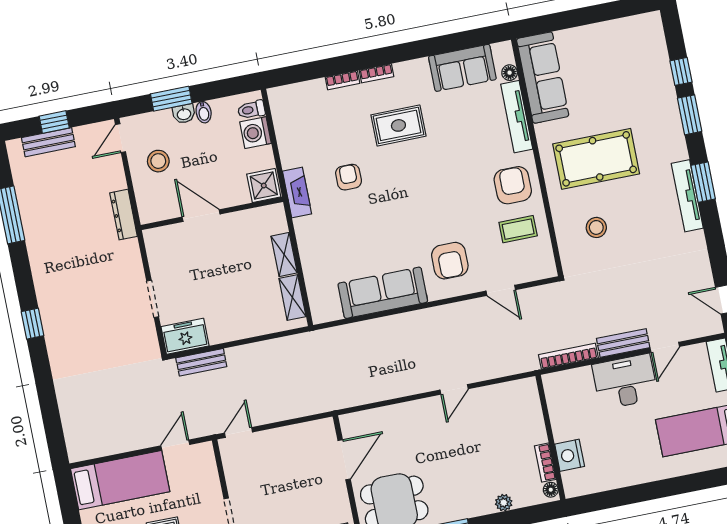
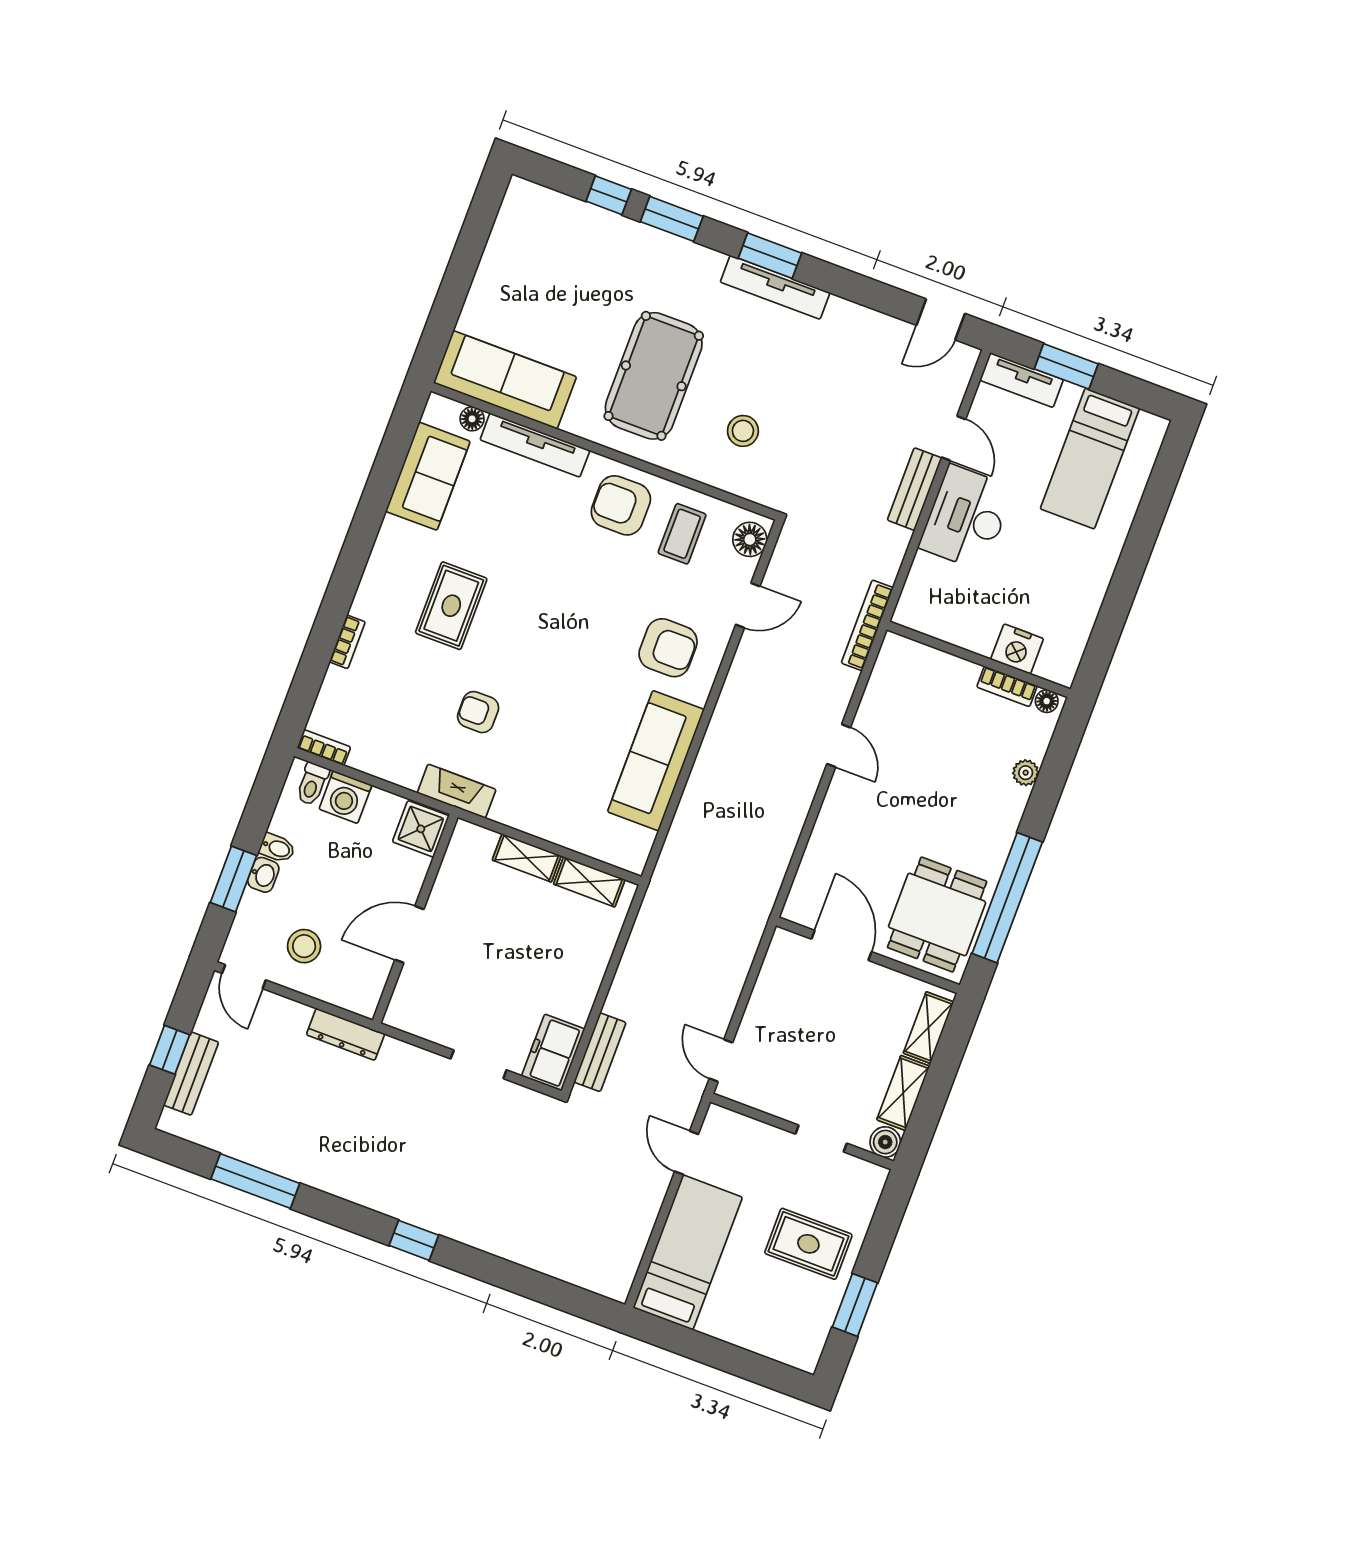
bookcase: (376, 73) -> (324, 748), moved, turned -90
floor lamp: (538, 269) -> (750, 539), added
bookcase: (568, 356) -> (867, 625), moved

